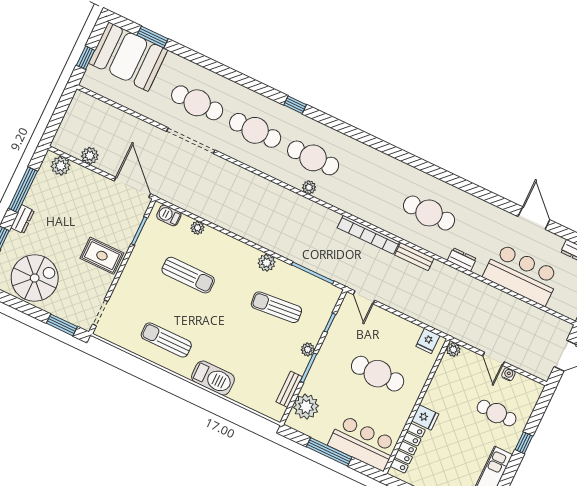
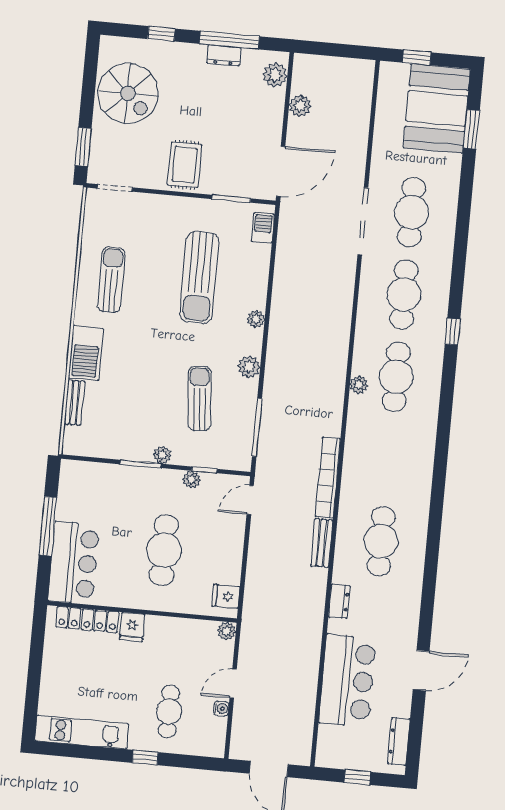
dresser: (23, 219) -> (224, 55), moved
plant: (198, 228) -> (256, 319), moved
sun lounger: (188, 275) -> (199, 278), width x1.36, depth x1.34
bench: (289, 389) -> (74, 402), moved, turned 90
plant: (306, 407) -> (192, 480), moved, width x0.53, depth x0.53

